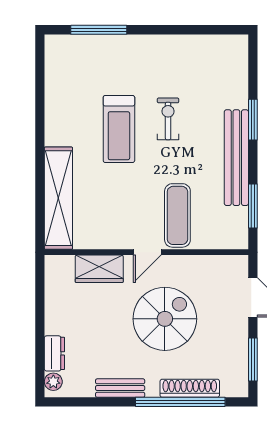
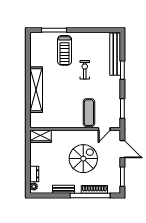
treadmill: (119, 129) -> (65, 50), moved
bench: (236, 158) -> (115, 54), moved
shelving: (58, 198) -> (36, 90), moved
door: (147, 252) -> (104, 129), moved
wardrobe: (99, 269) -> (40, 136), moved

